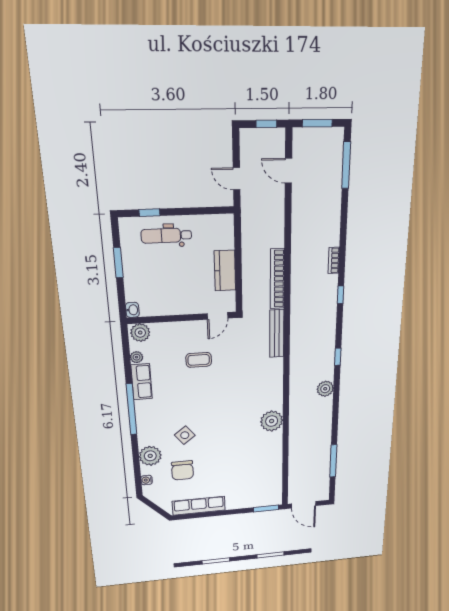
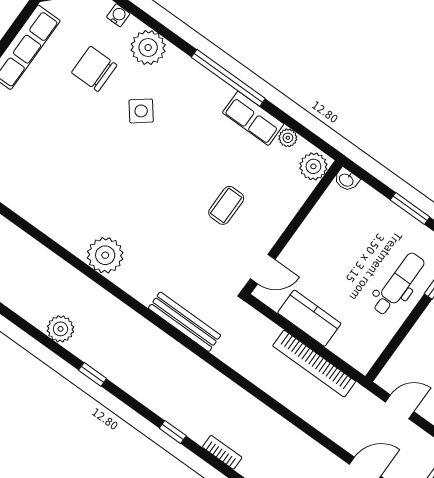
bookcase: (277, 279) -> (314, 364), moved, turned 180
door: (218, 316) -> (263, 269), swing flipped
plant: (272, 421) -> (105, 255), moved

